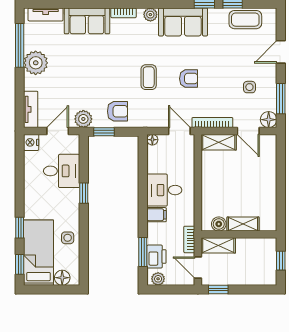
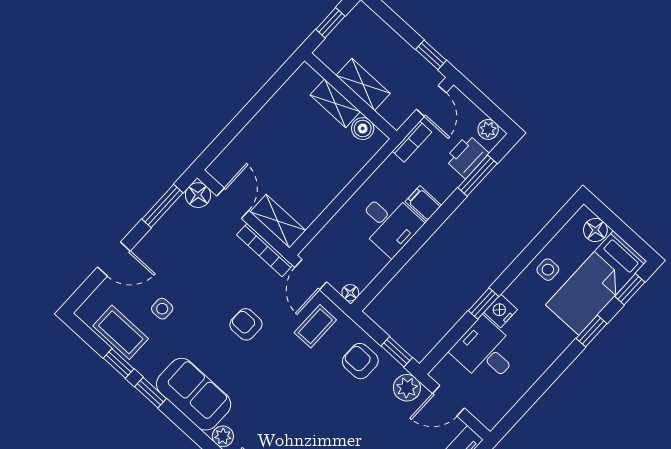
coffee table: (149, 77) -> (315, 326), moved
side table: (249, 87) -> (162, 309), moved
nightstand: (31, 142) -> (501, 311), moved, turned 180
shelving: (218, 245) -> (363, 84), moved

